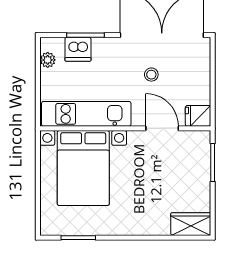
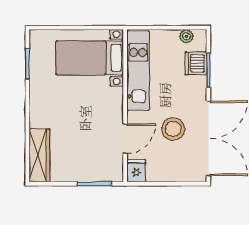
stool: (151, 75) -> (173, 129), width x1.89, depth x1.89
bed with nightstands: (83, 168) -> (90, 58), width x0.73
wardrobe: (191, 224) -> (40, 155), width x1.50

